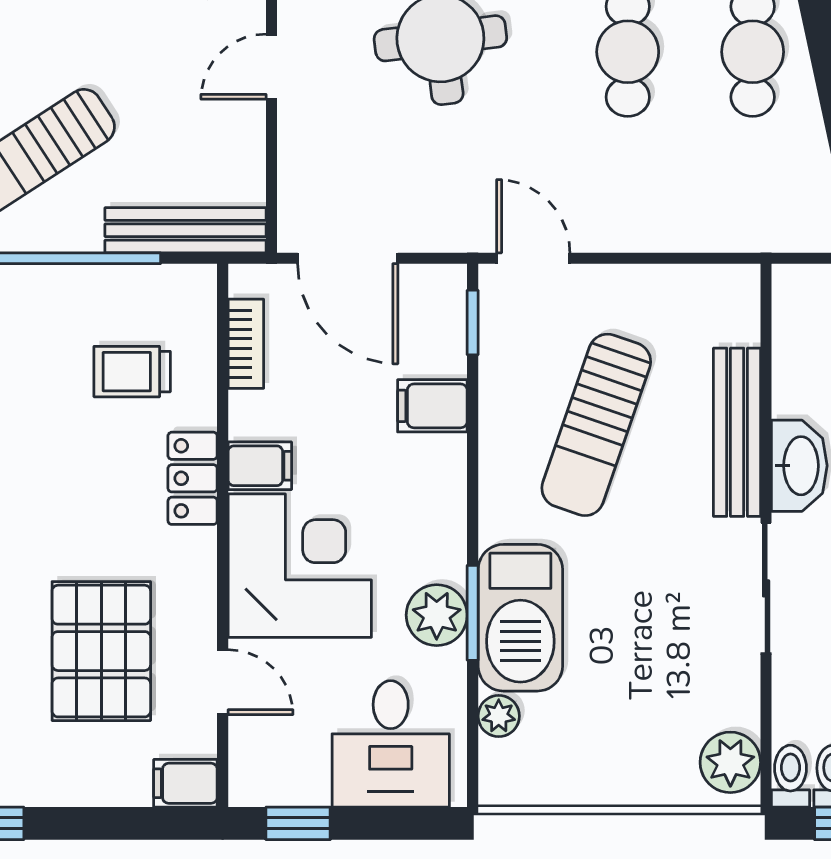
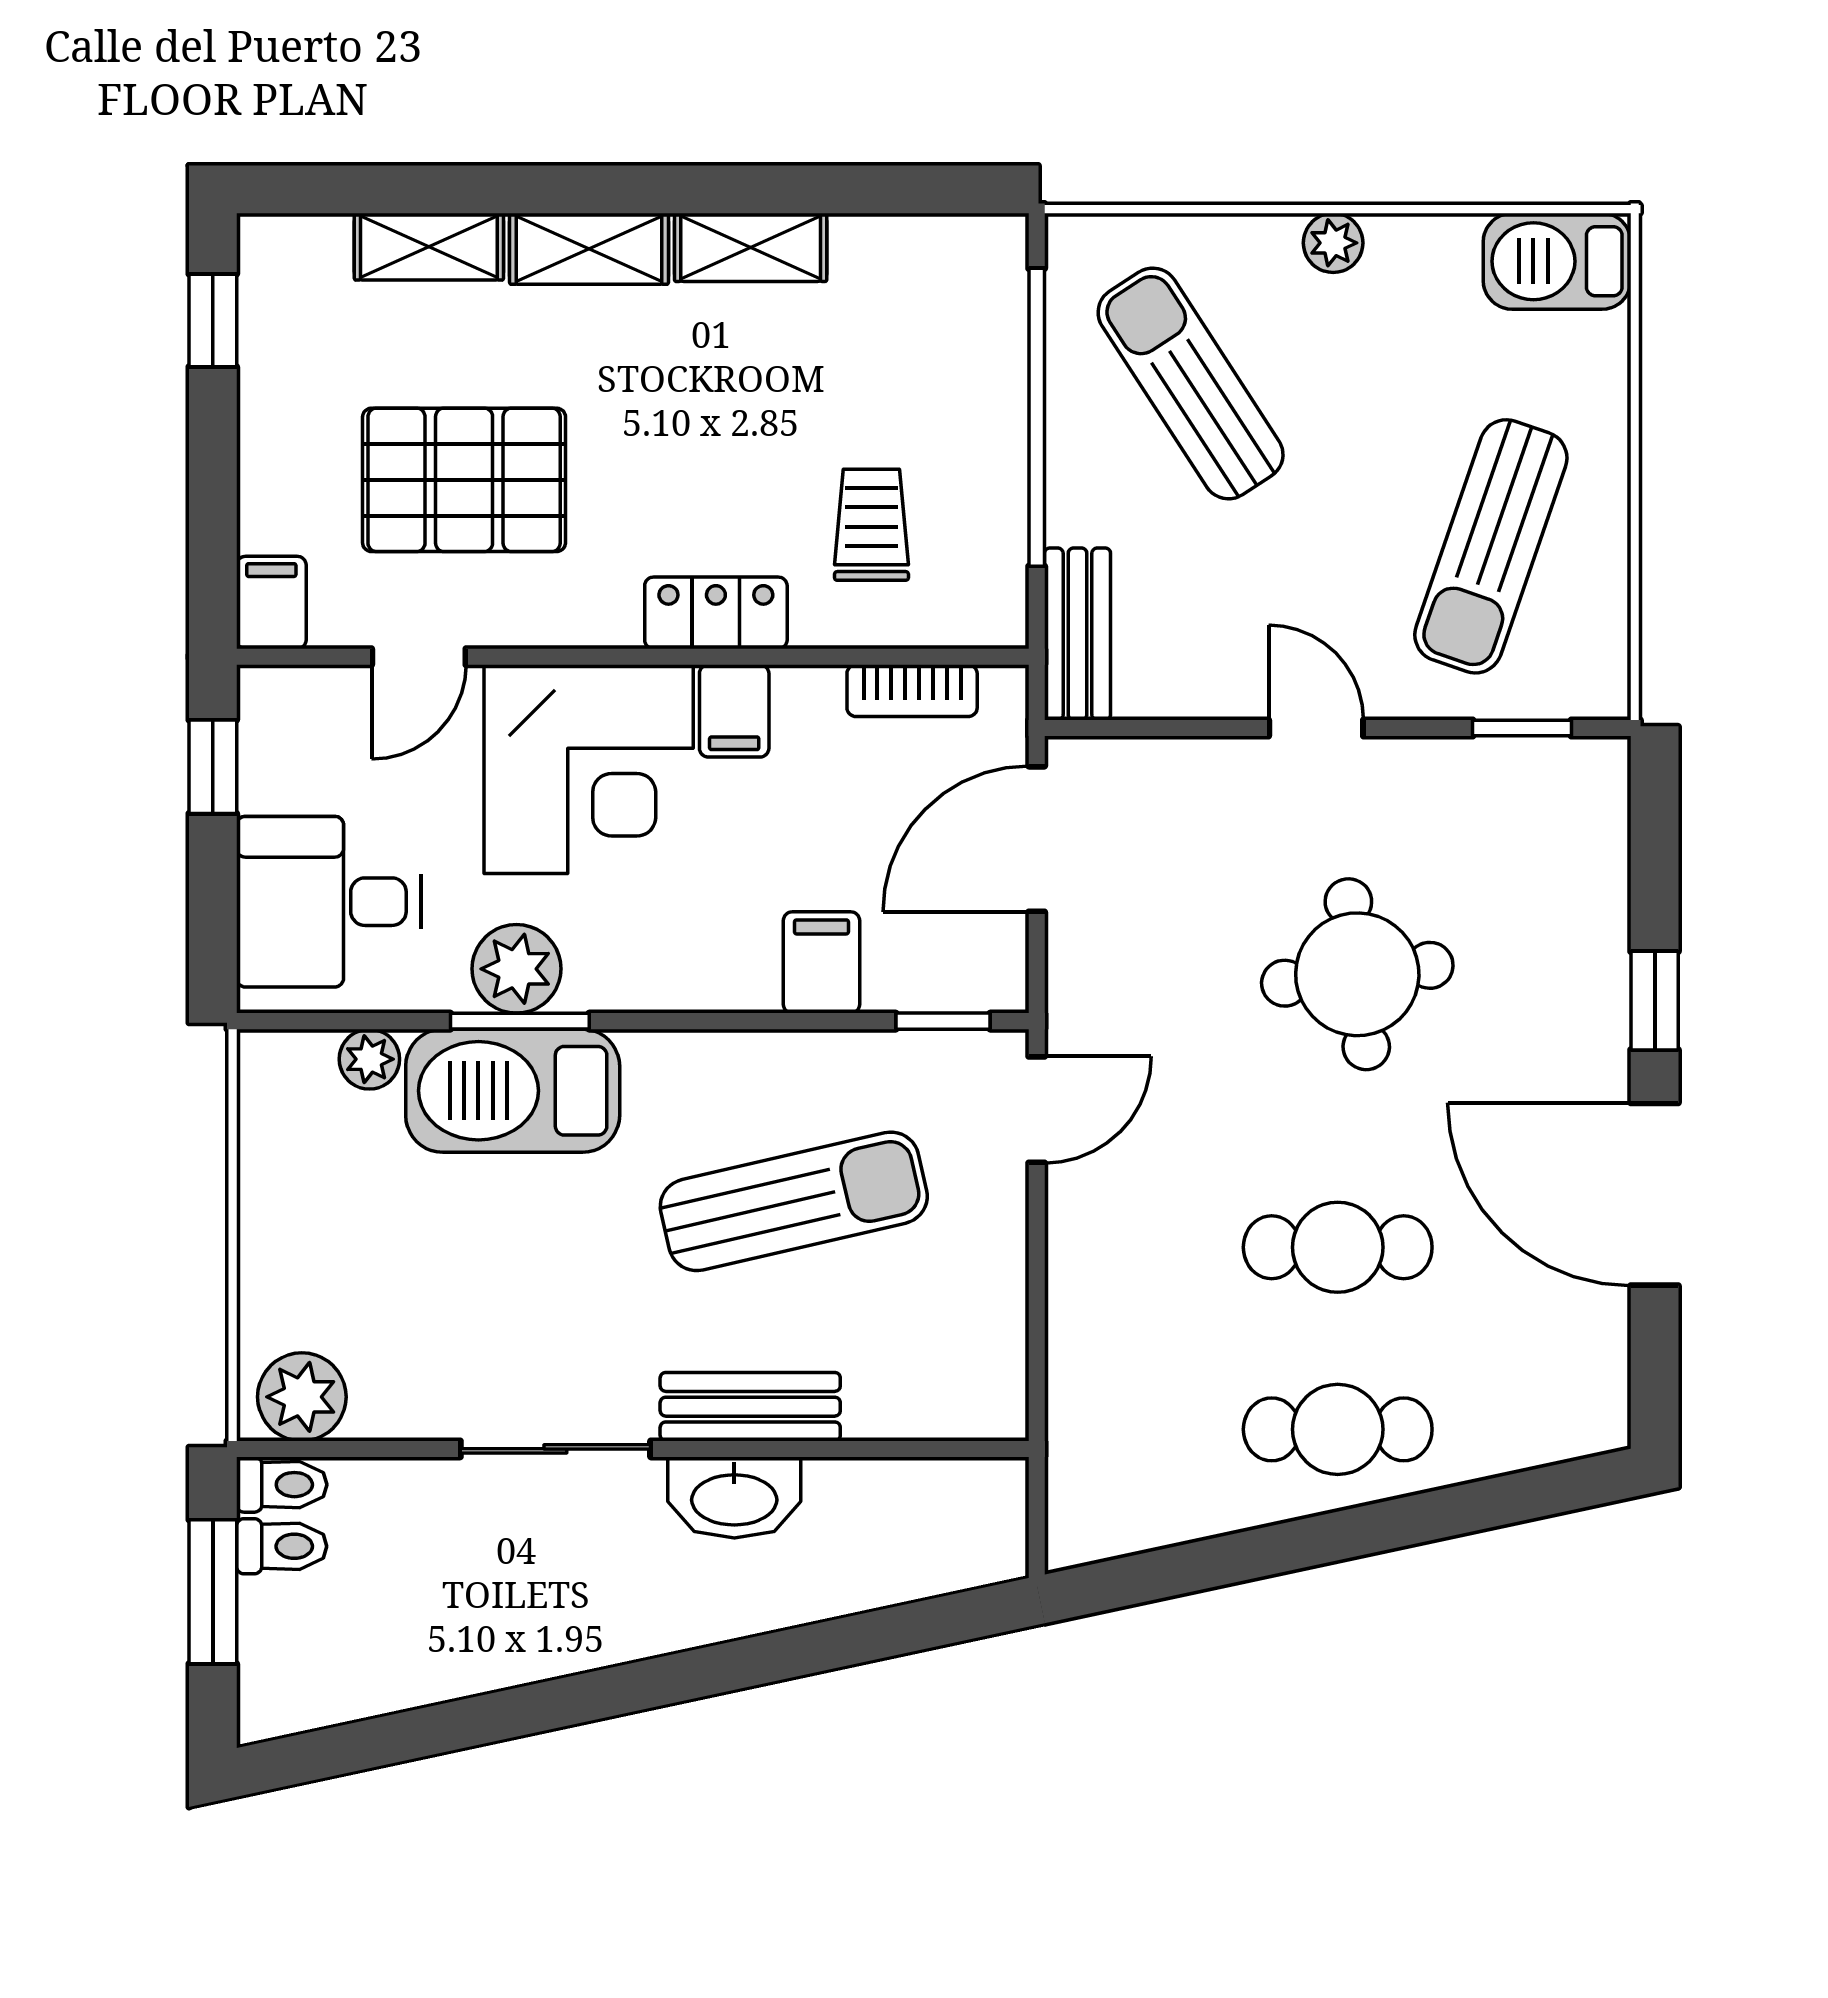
bench: (186, 230) -> (1077, 634), width x0.73
sun lounger: (596, 425) -> (794, 1201), turned 148
bench: (737, 432) -> (750, 1407), width x0.73

